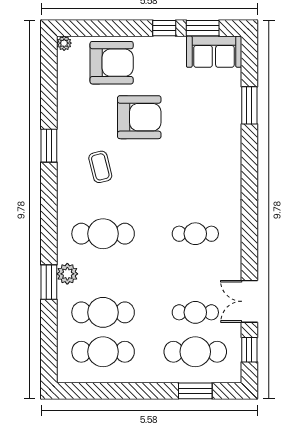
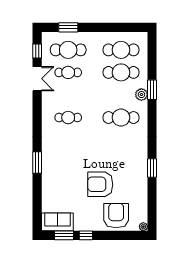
armchair: (112, 63) -> (116, 216), turned 90
window: (249, 105) -> (37, 163), moved
coffee table: (100, 167) -> (123, 156), removed

